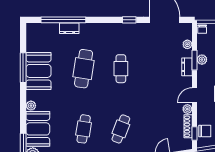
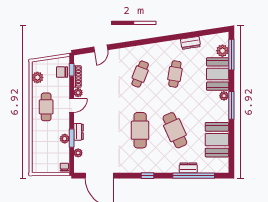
window: (129, 20) -> (148, 176), moved
window: (23, 68) -> (231, 105), moved
cafe table: (84, 69) -> (175, 130), turned -33
cafe table: (121, 69) -> (140, 130), width x1.37, depth x1.35
booth: (39, 71) -> (217, 140), moved

